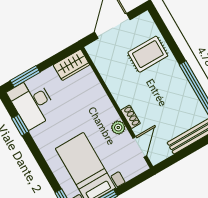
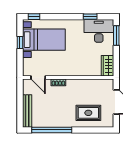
rug: (148, 54) -> (88, 113), turned 90
plant: (118, 128) -> (56, 72), removed

